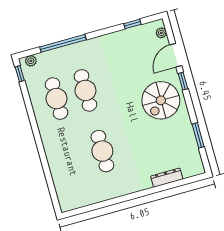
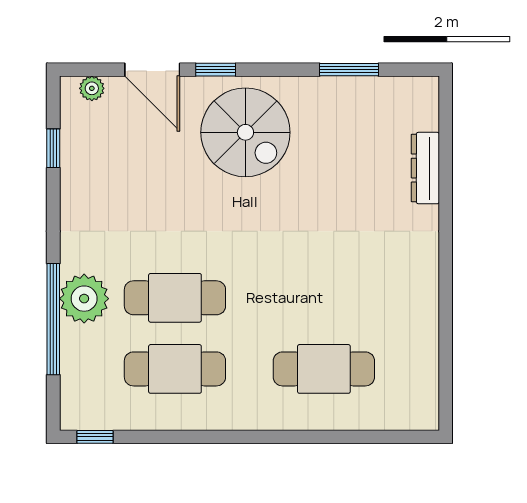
plant: (31, 61) -> (84, 299), moved, width x1.88, depth x1.88
cafe table: (102, 151) -> (324, 369), moved

